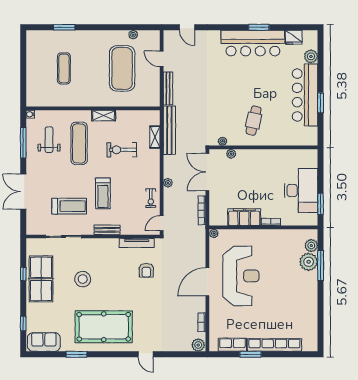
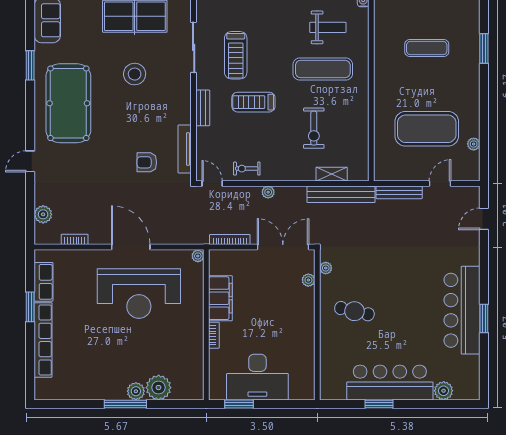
fridge: (294, 37) -> (470, 367), removed
shelving: (104, 116) -> (361, 103), removed
exercise bike: (122, 150) -> (314, 128), turned 180
plant: (311, 245) -> (136, 391), moved
window: (321, 265) -> (125, 404), moved
plant: (198, 345) -> (43, 214), moved

